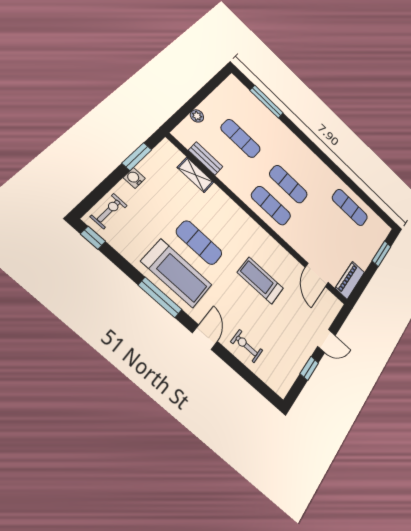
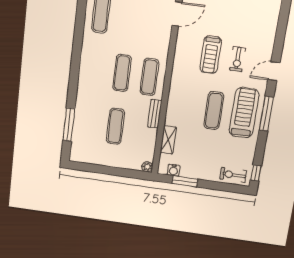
plant: (197, 116) -> (147, 167), moved
bench: (206, 158) -> (155, 114), moved
water cooler: (134, 178) -> (174, 170), moved
exercise bike: (247, 346) -> (238, 59), moved

